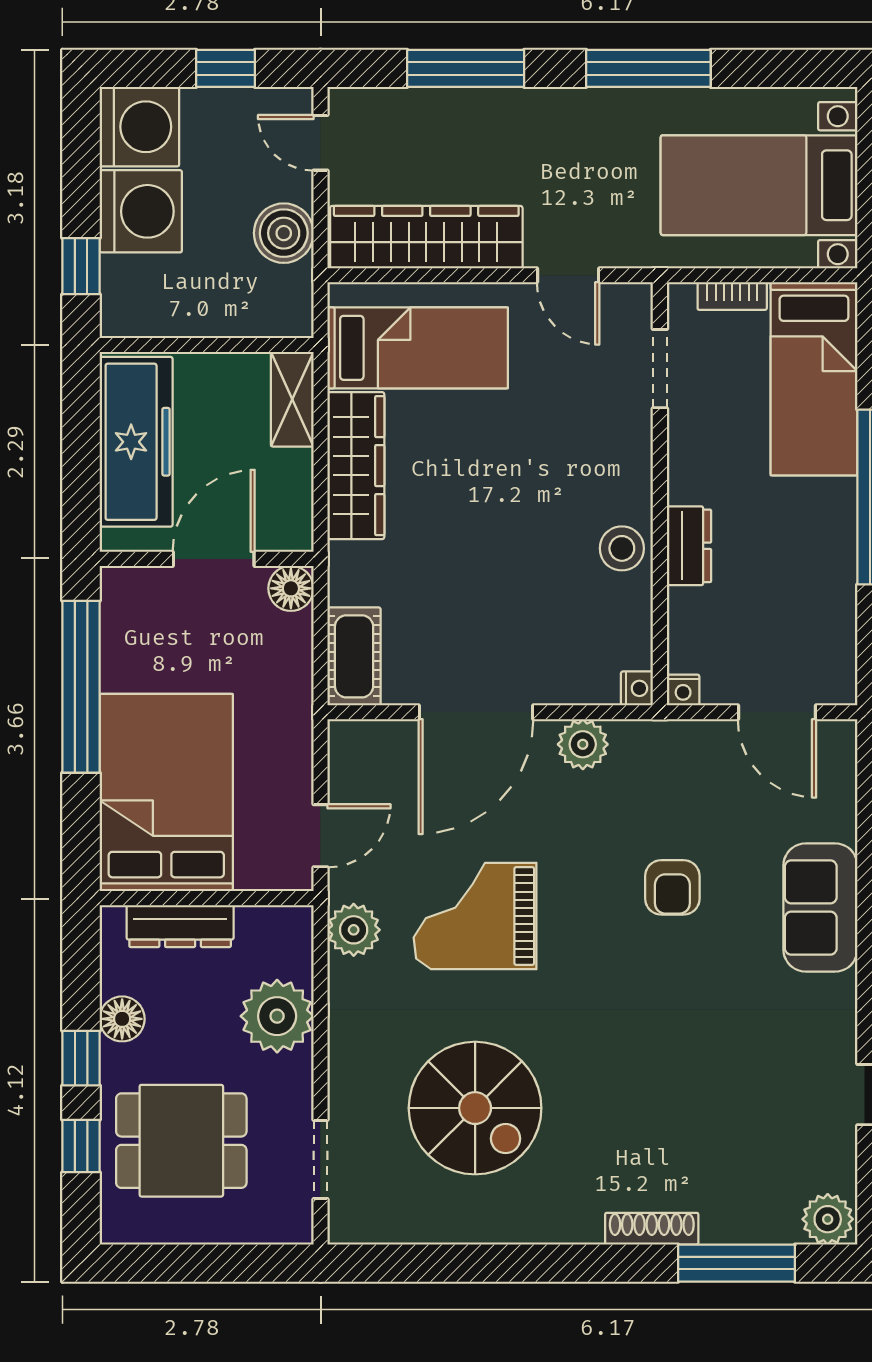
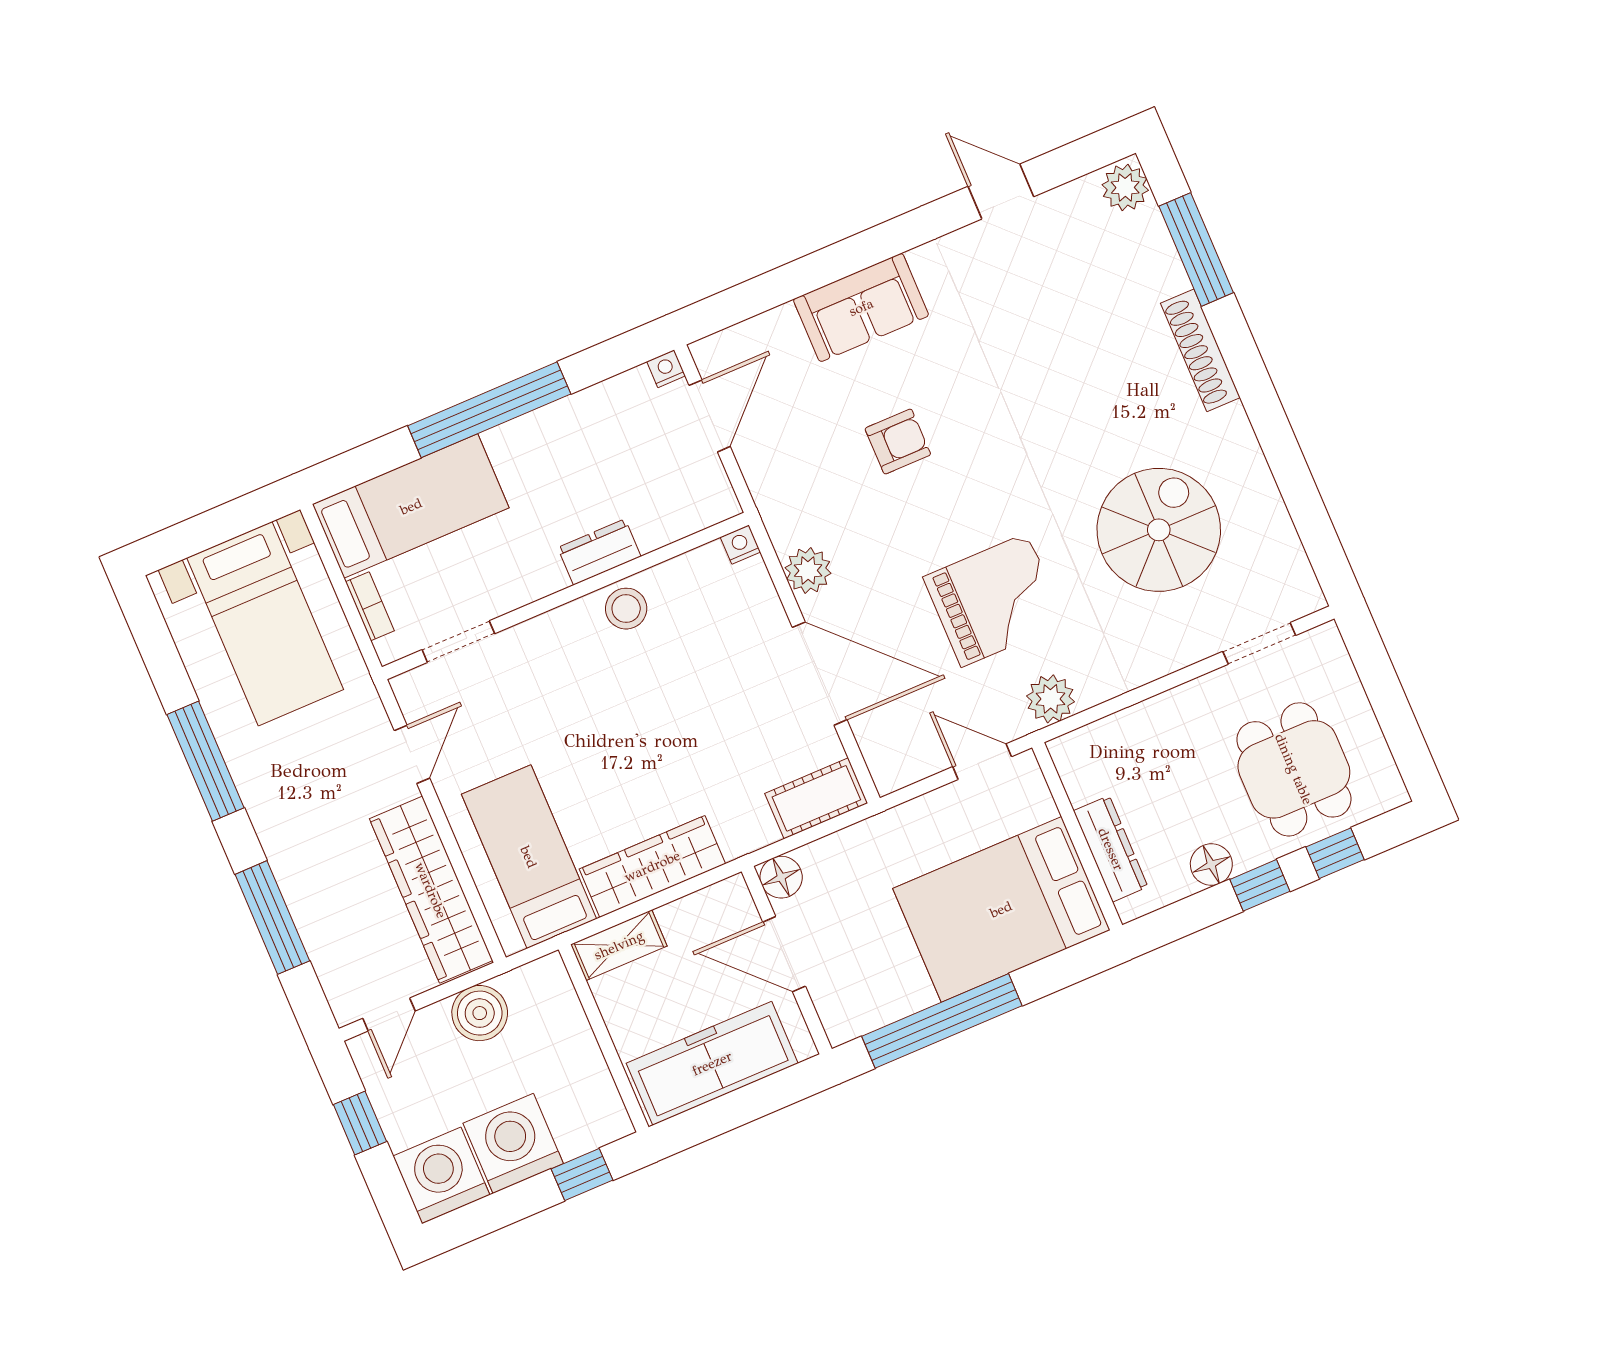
nightstand: (683, 690) -> (666, 369), moved, turned -90
grand piano: (475, 916) -> (994, 600), turned -90
plant: (277, 1016) -> (1152, 733), removed
shoe rack: (652, 1229) -> (1200, 350), width x1.36, depth x1.24

